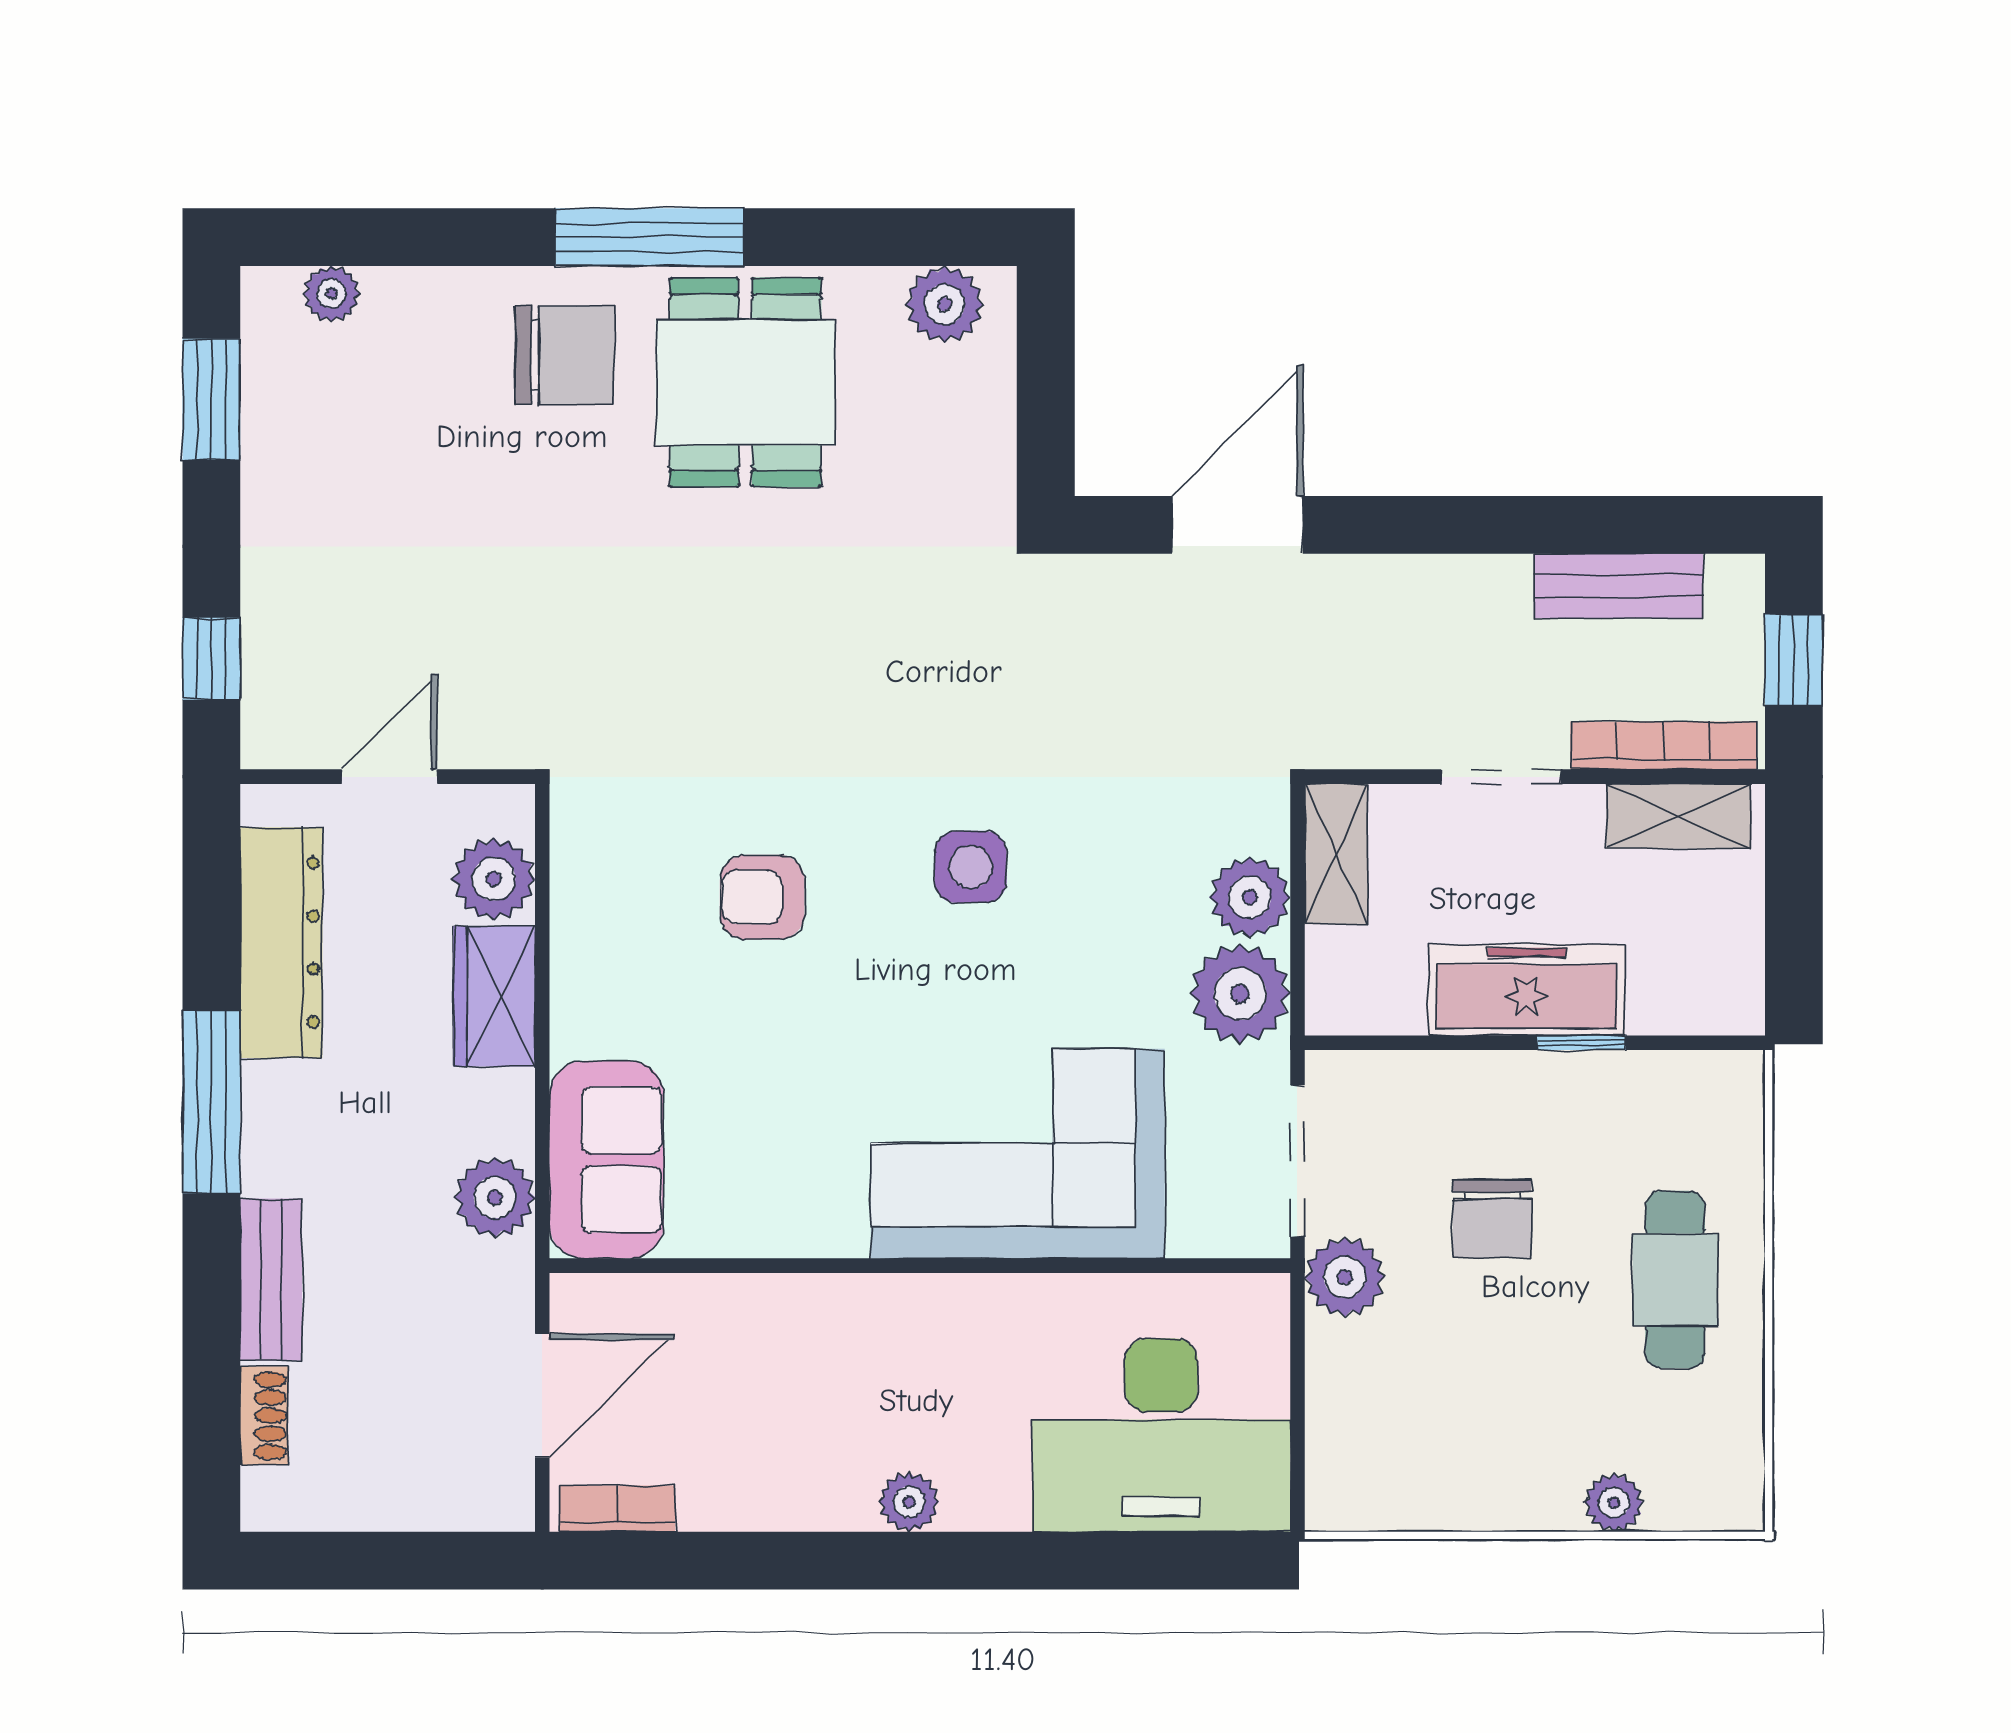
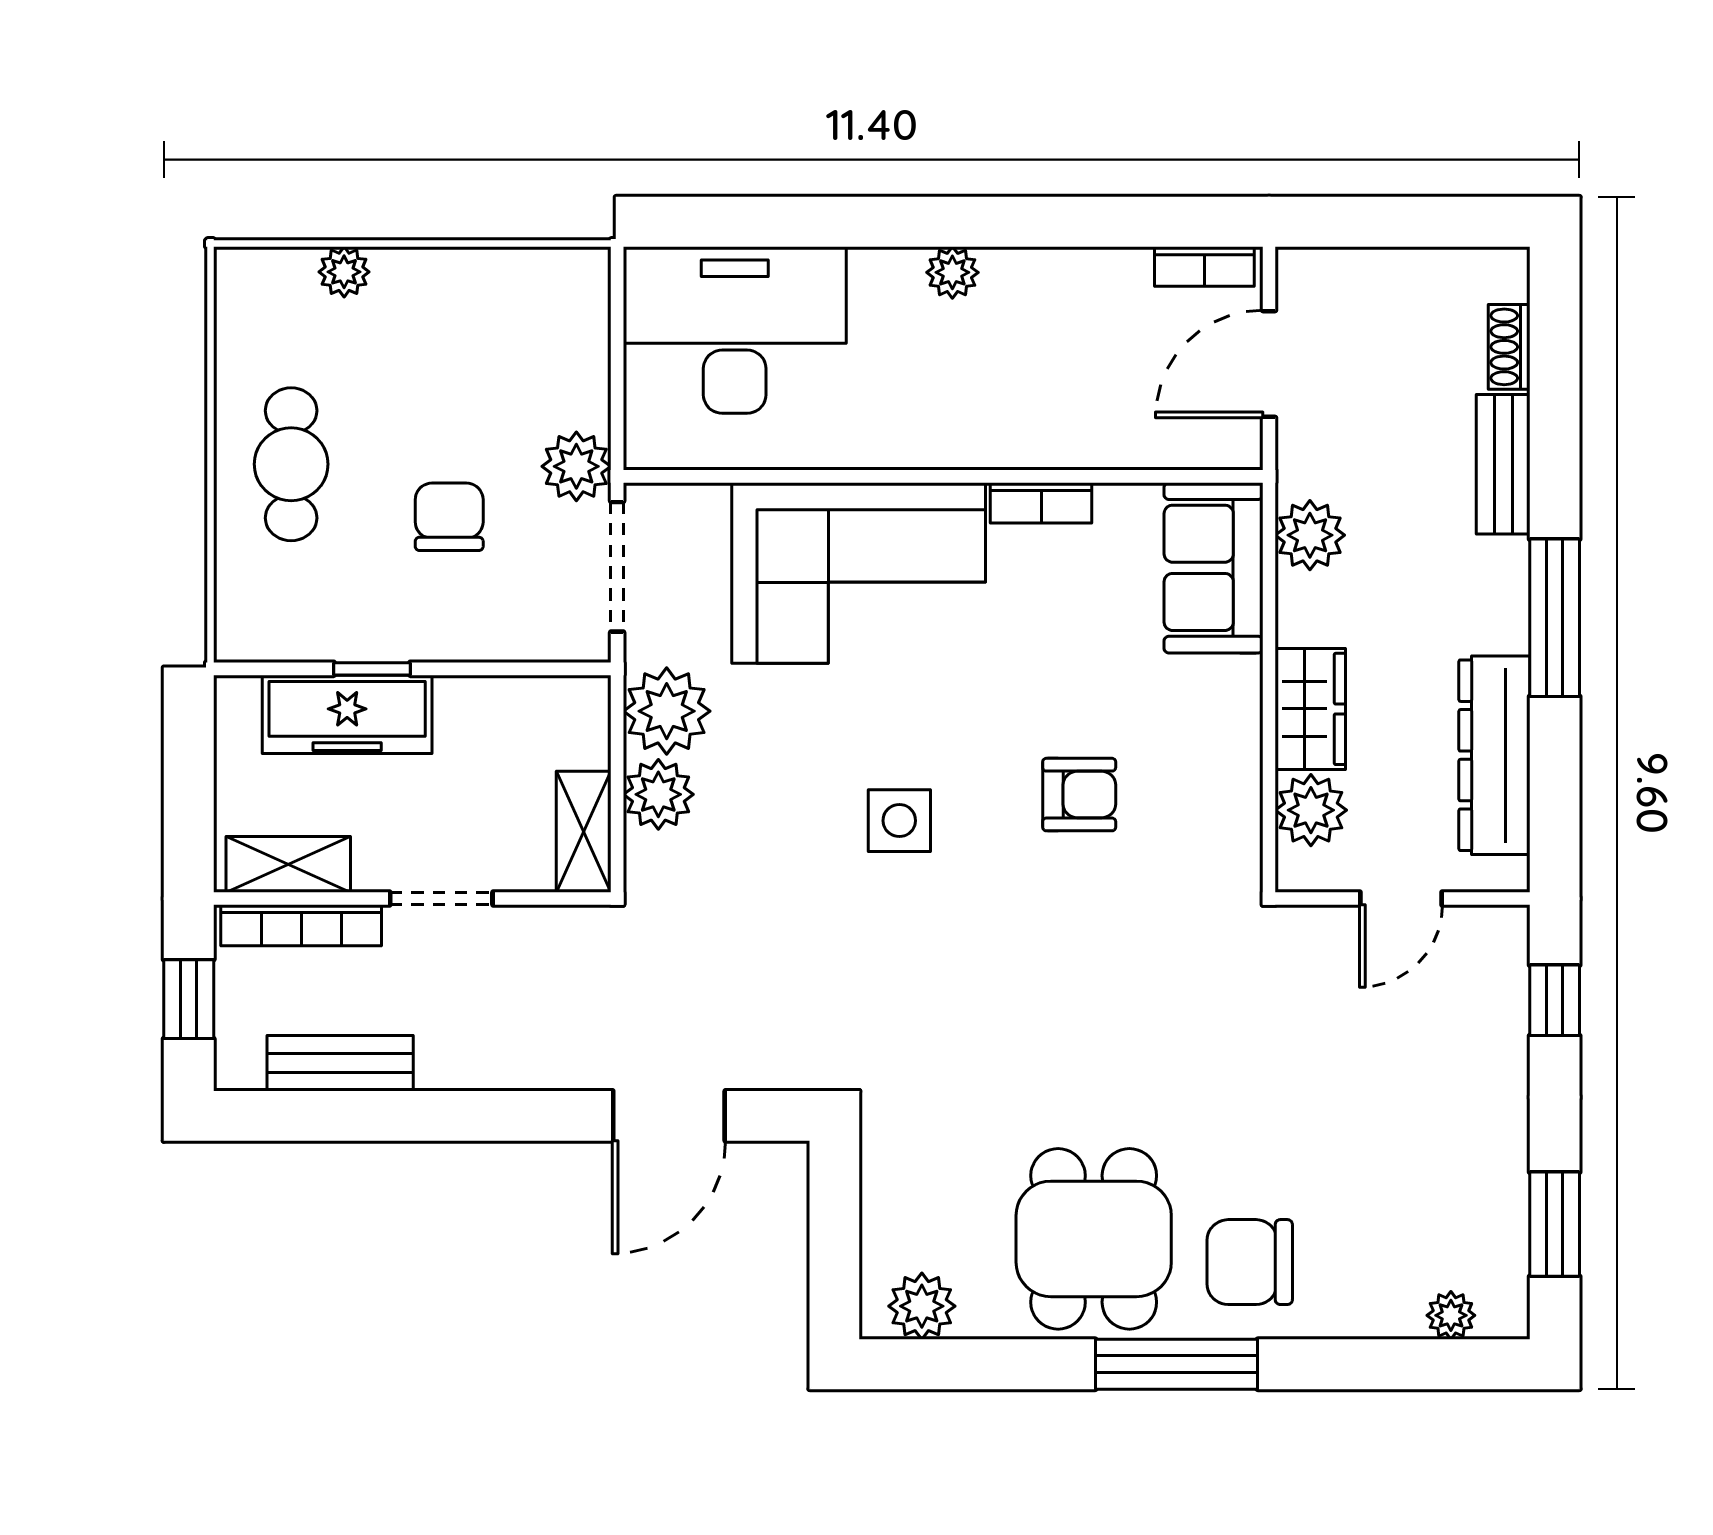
freezer: (1527, 990) -> (347, 714), moved
bookcase: (806, 1235) -> (1041, 503), added

